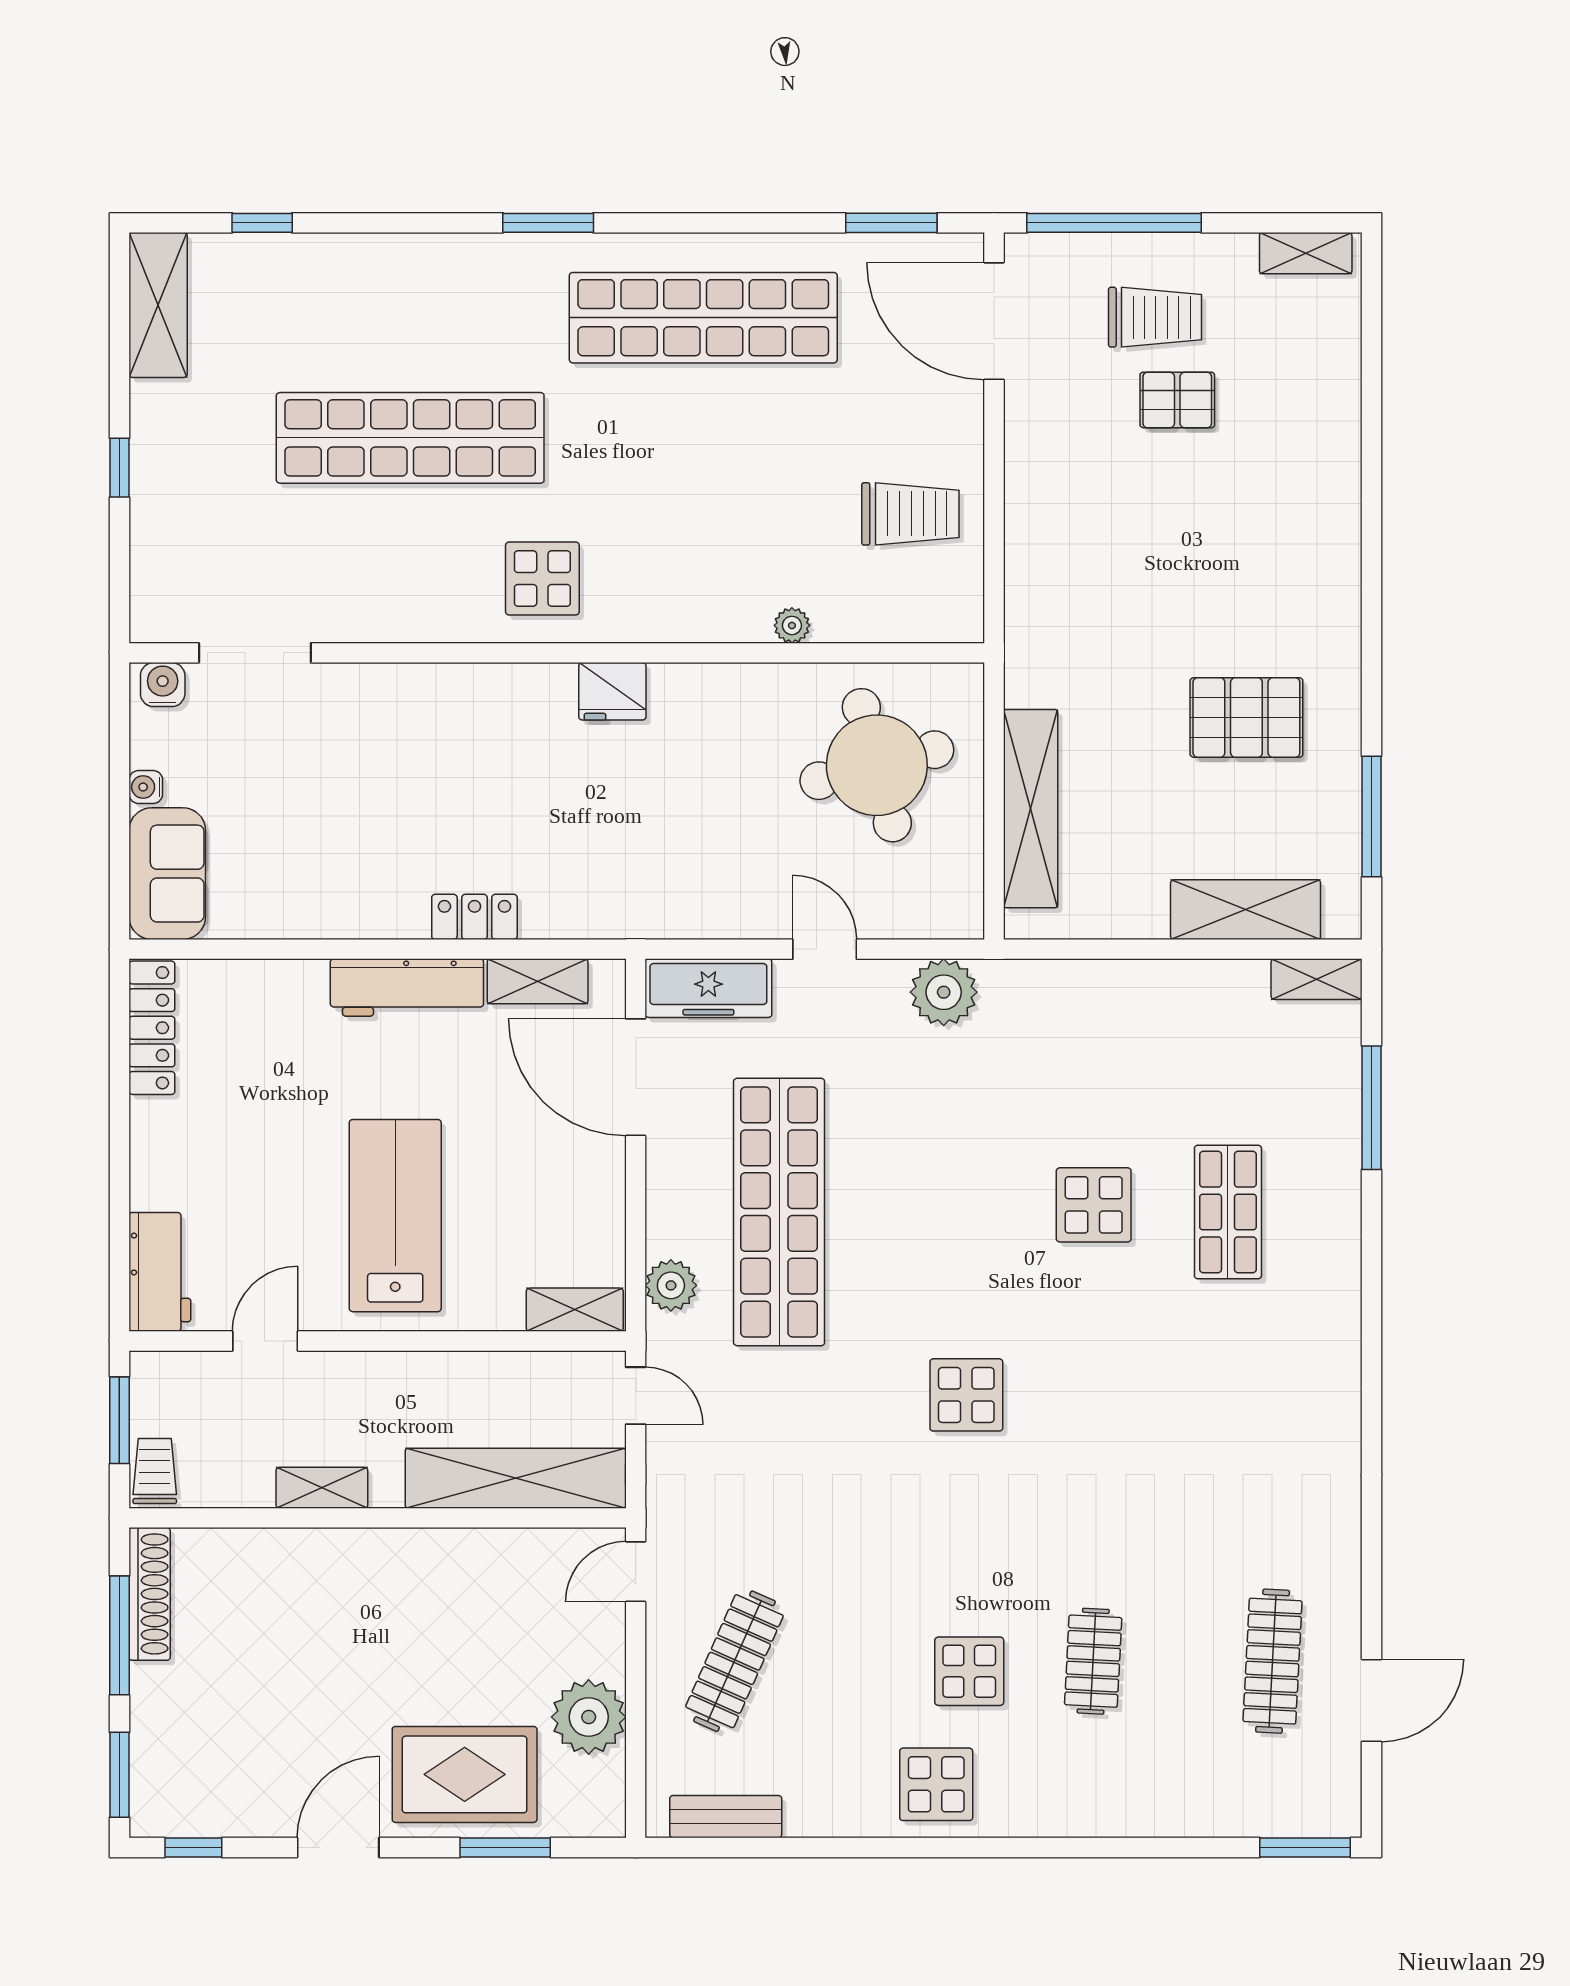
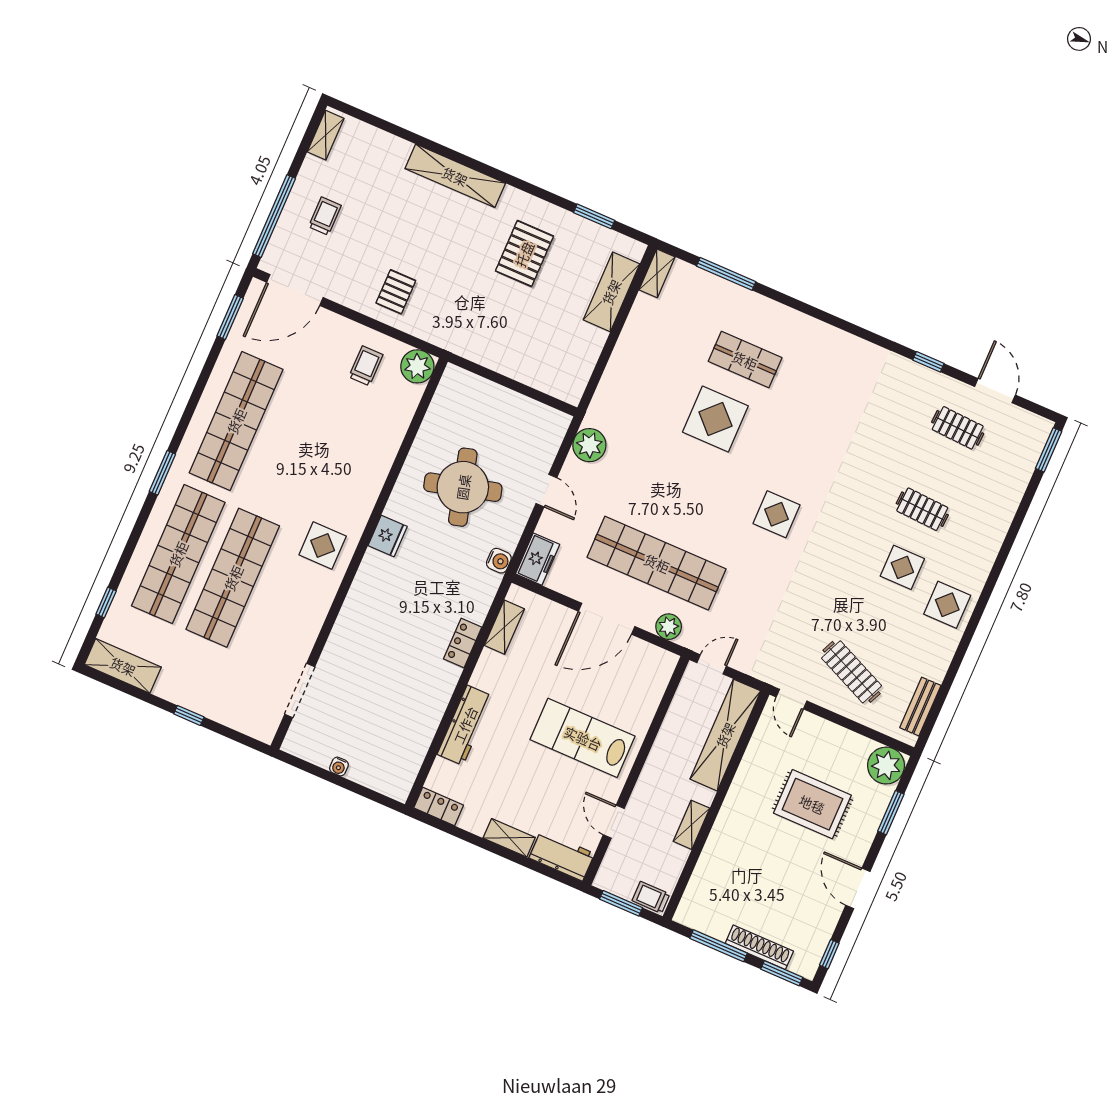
trolley: (1155, 317) -> (325, 216), width x0.73, depth x0.72
shop shelf: (410, 318) -> (178, 554), added
pallet: (1177, 400) -> (396, 292), moved
trolley: (910, 514) -> (366, 366), width x0.73, depth x0.72
plant: (792, 625) -> (417, 366), moved, width x1.87, depth x1.87
water cooler: (163, 685) -> (499, 561), moved, turned 180
round table: (877, 765) -> (463, 487), moved
shelving: (1031, 809) -> (455, 176), moved
window: (1371, 817) -> (594, 216), width x0.69
sofa: (167, 874) -> (382, 774), removed
door: (825, 949) -> (546, 491), swing flipped
workbench: (407, 987) -> (465, 725), moved
freezer: (708, 988) -> (538, 559), width x0.71
locker: (152, 1028) -> (439, 807), width x0.66
door: (636, 1077) -> (607, 619), moved
display table: (1094, 1205) -> (715, 419), width x1.36, depth x1.36
shelving: (575, 1310) -> (509, 838), moved, turned 90
window: (1371, 1554) -> (928, 362), added
shoe rack: (150, 1594) -> (759, 947), moved
clothes rail: (1273, 1661) -> (958, 428), width x0.73
plant: (589, 1717) -> (886, 766), moved
rug: (465, 1774) -> (812, 804), moved, turned 90

